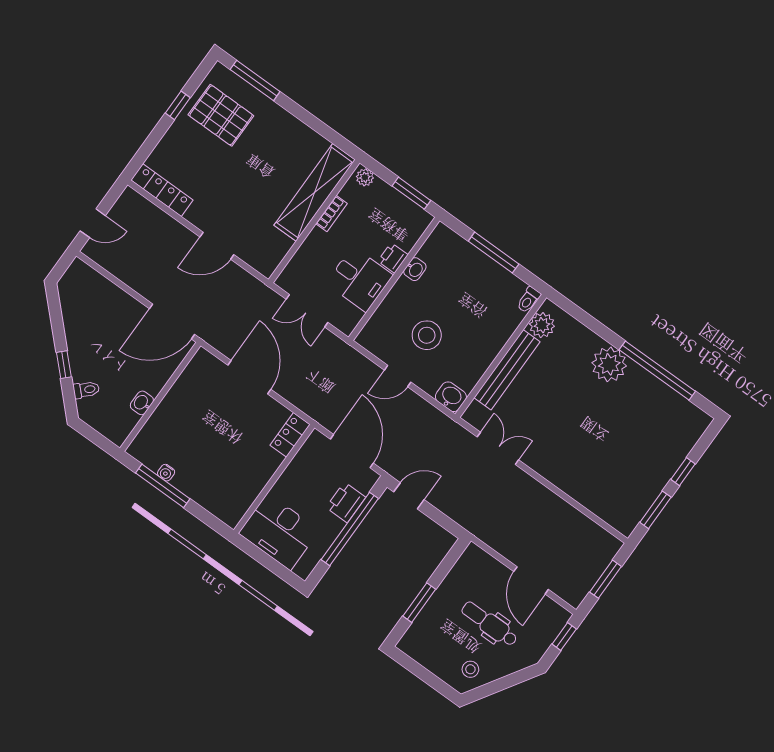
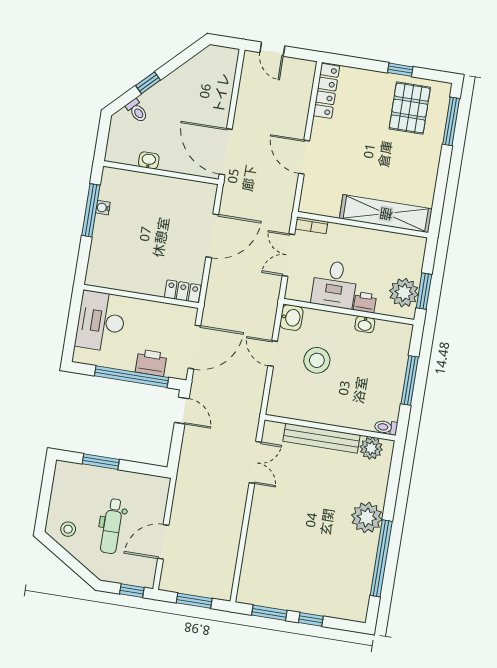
plant: (365, 177) -> (404, 293), moved, width x1.87, depth x1.87
bookcase: (331, 214) -> (311, 225), moved
washbasin: (451, 397) -> (291, 318), moved
dental chair: (489, 624) -> (112, 526), turned 180

